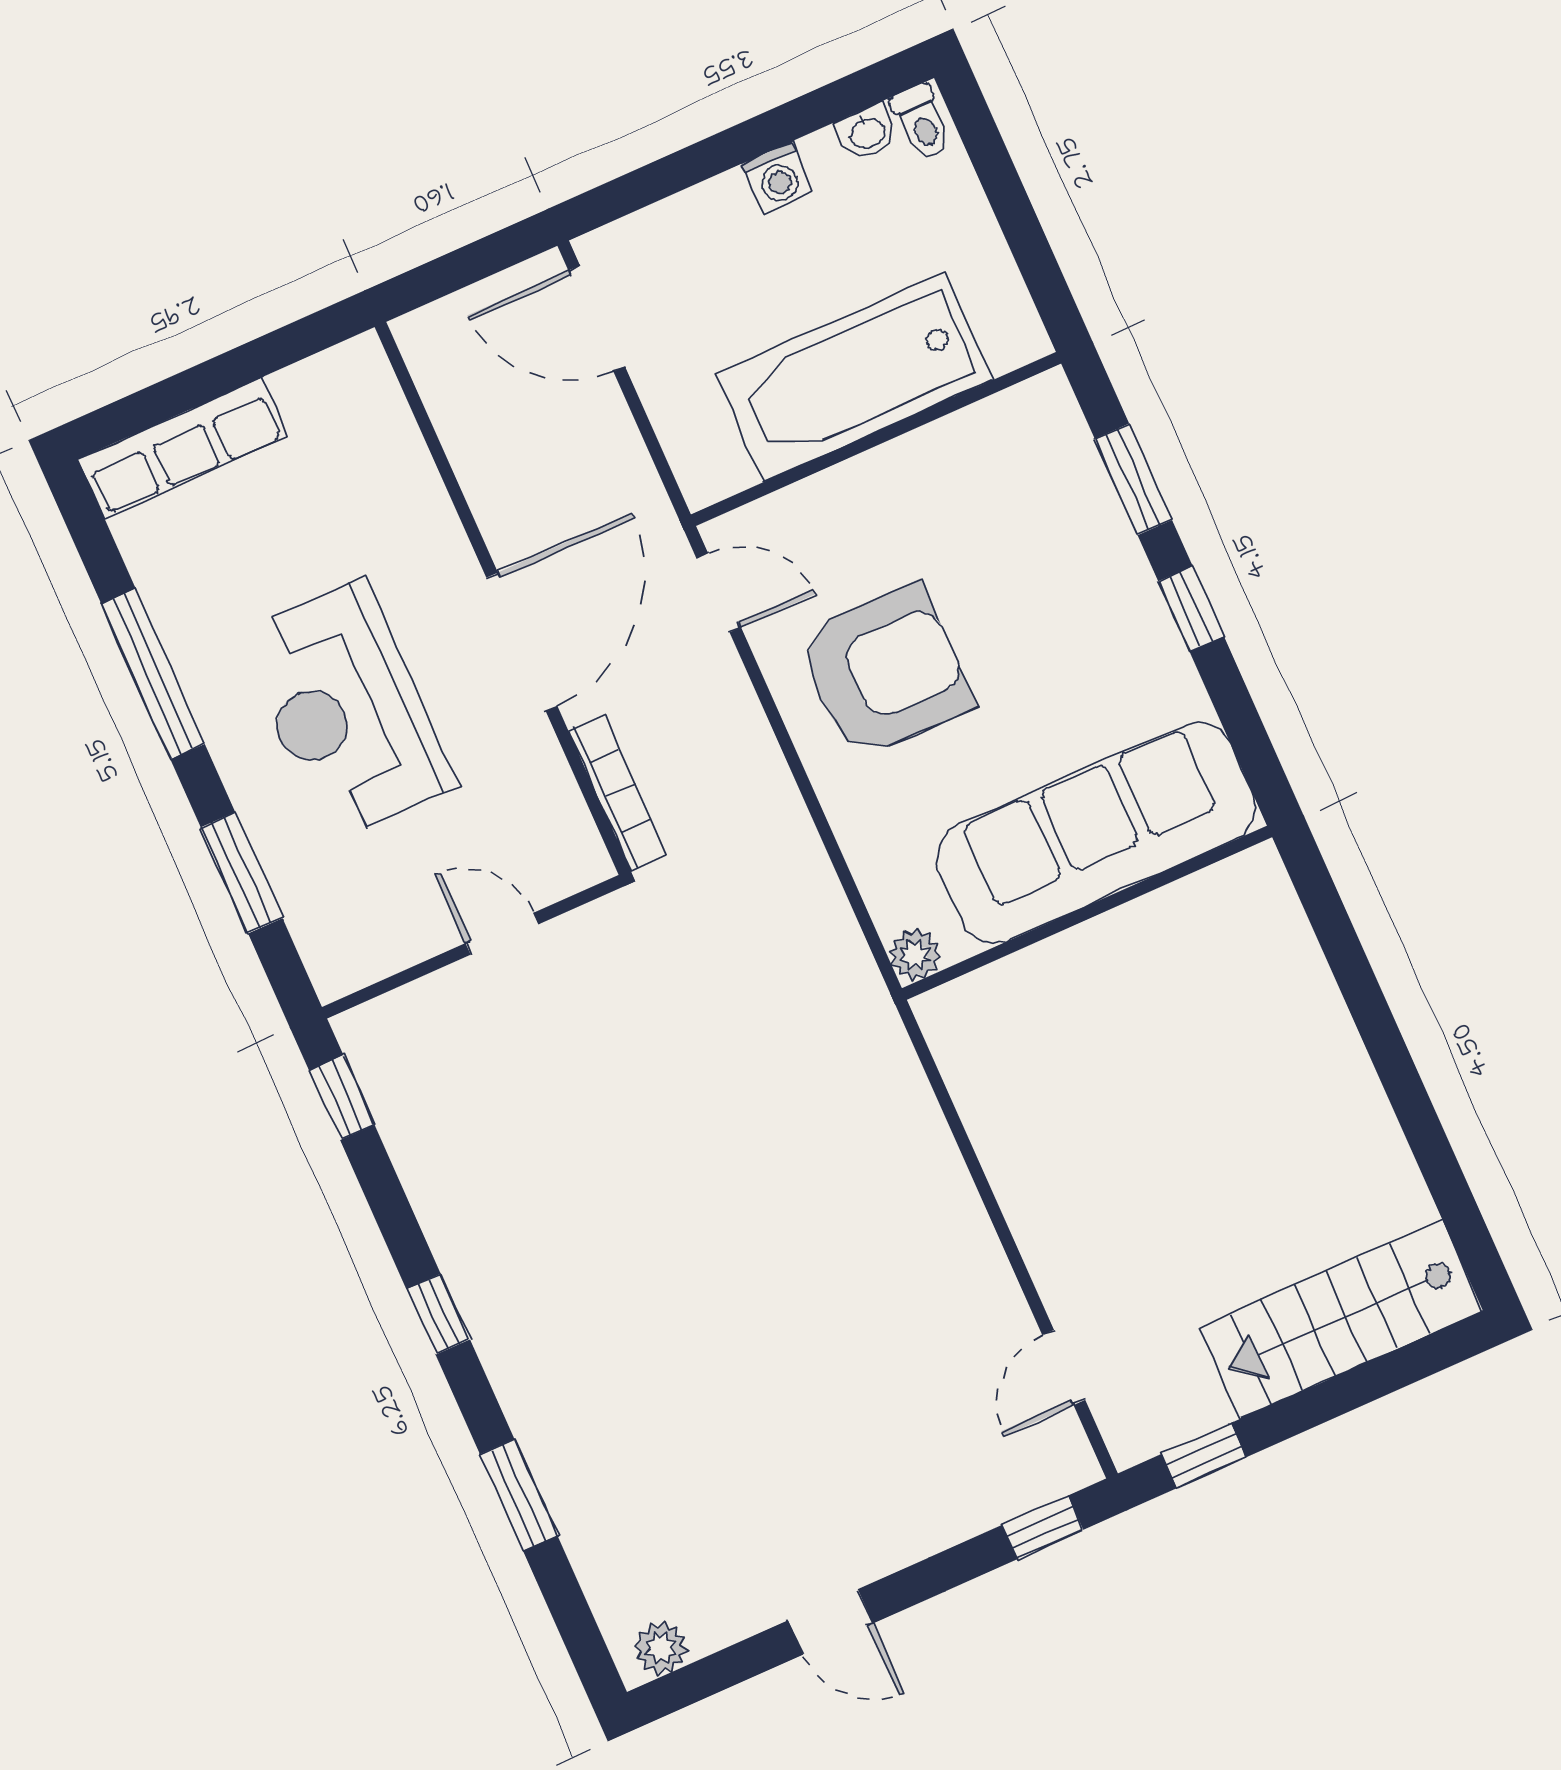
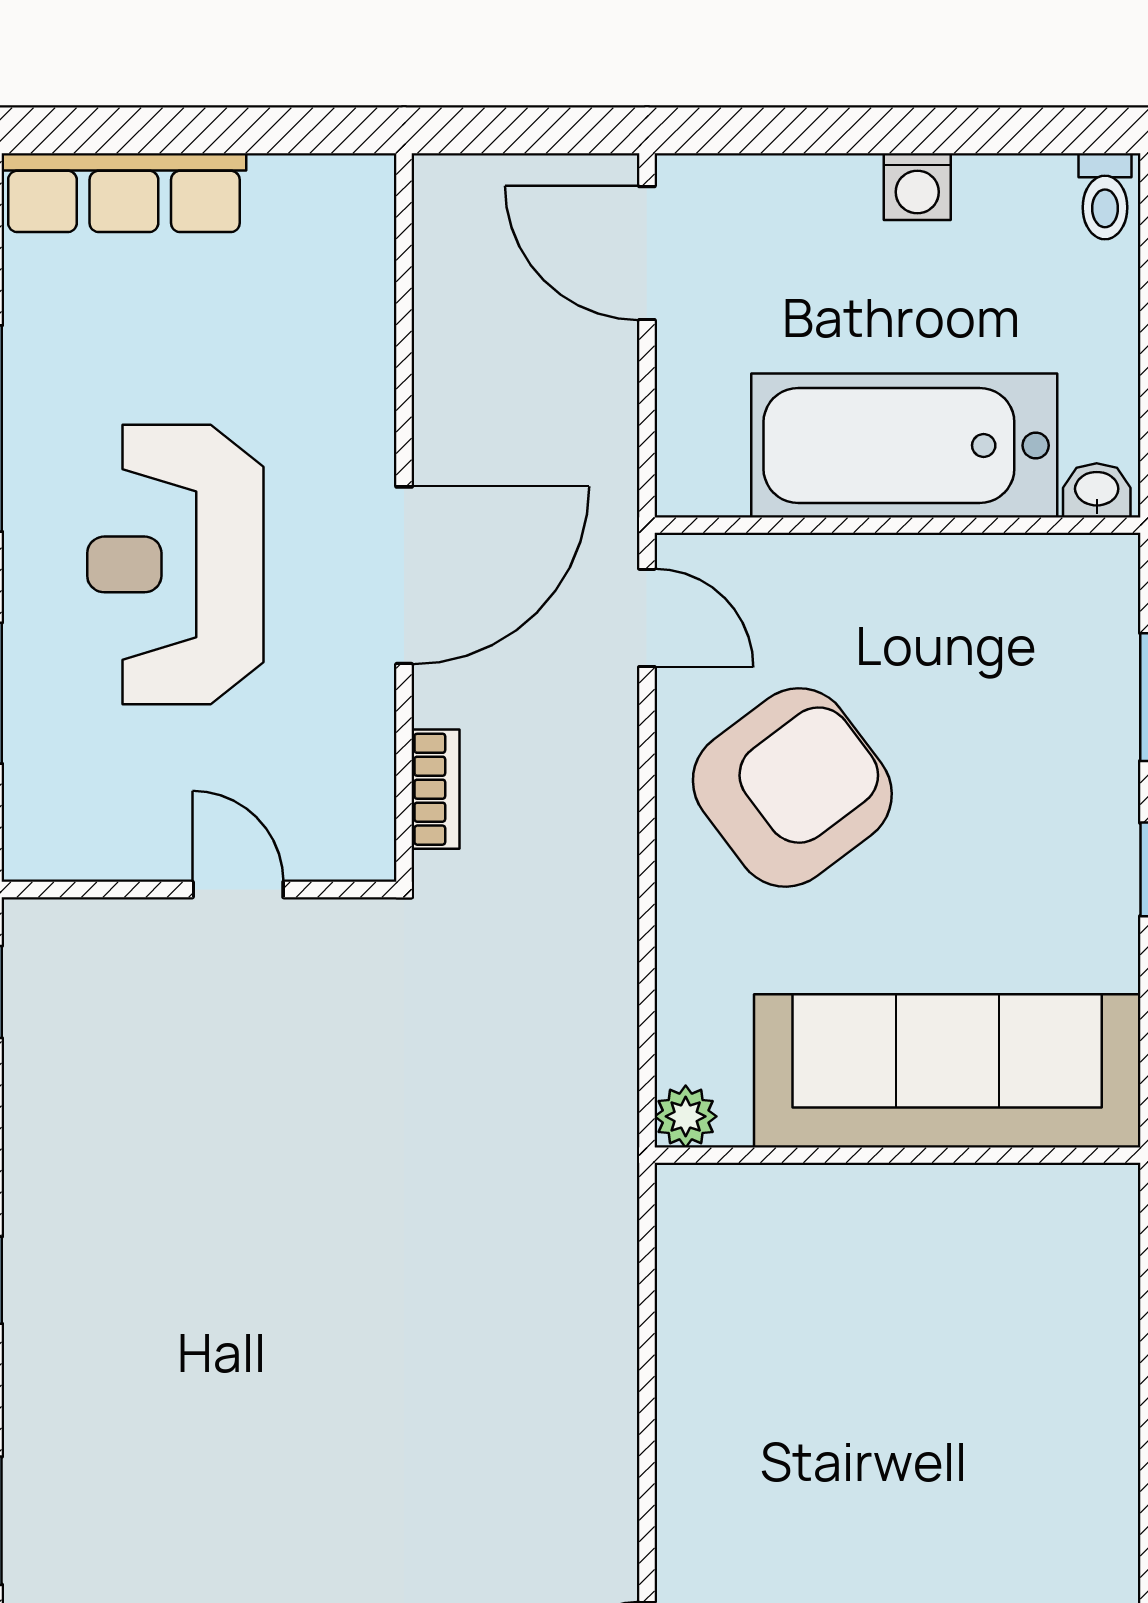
washbasin: (867, 132) -> (1097, 490), moved, turned 180
armchair: (885, 671) -> (792, 787), turned -37
bookcase: (617, 792) -> (436, 789), width x0.64

